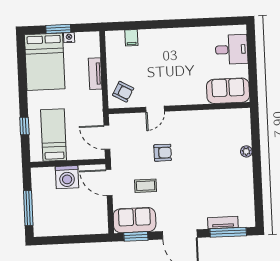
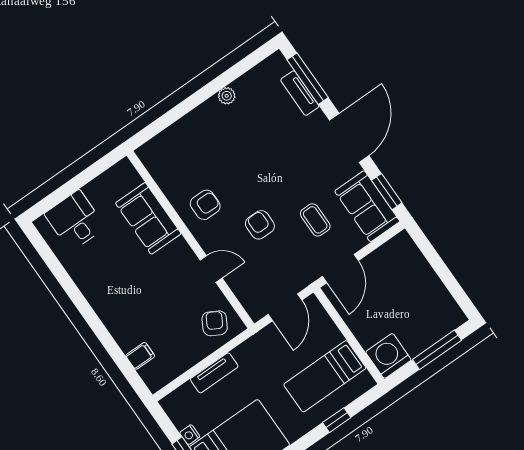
sofa: (228, 91) -> (148, 218), moved
armchair: (194, 129) -> (205, 205), added
plant: (246, 151) -> (227, 96), moved
washing machine: (67, 177) -> (388, 356), moved, turned -90

